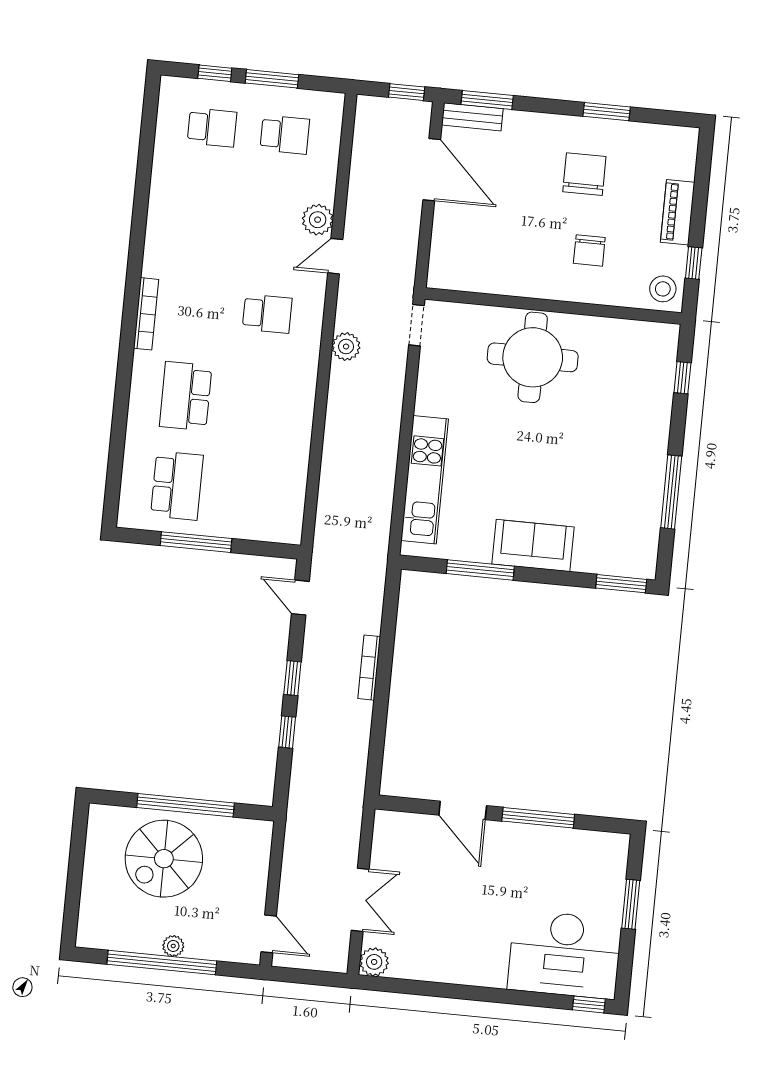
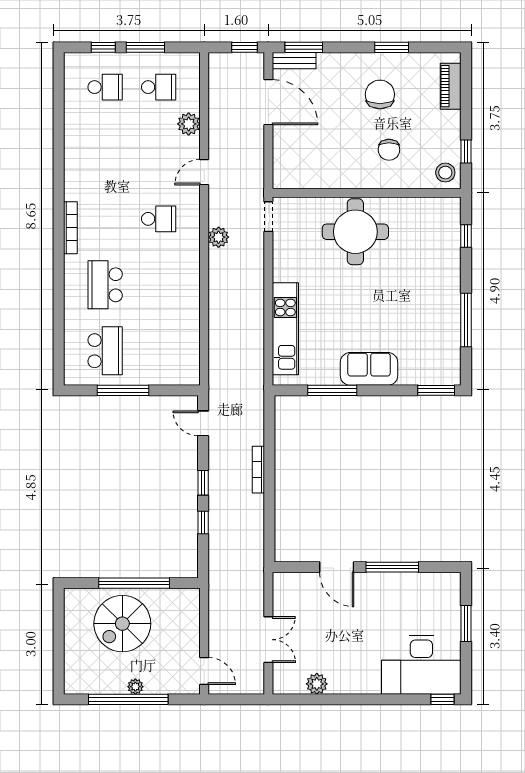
piano: (678, 212) -> (451, 86), moved
plant: (318, 220) -> (189, 124), moved
plant: (374, 962) -> (317, 684), moved

